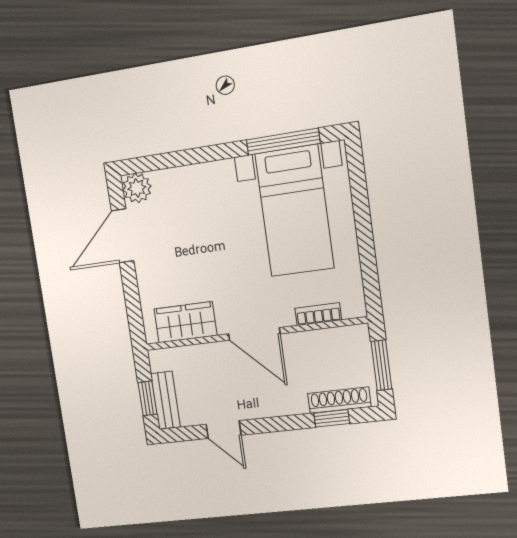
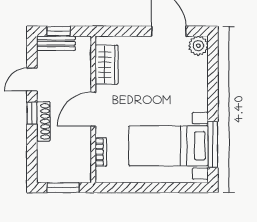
shoe rack: (339, 400) -> (43, 121), moved
window: (332, 418) -> (32, 113), moved

